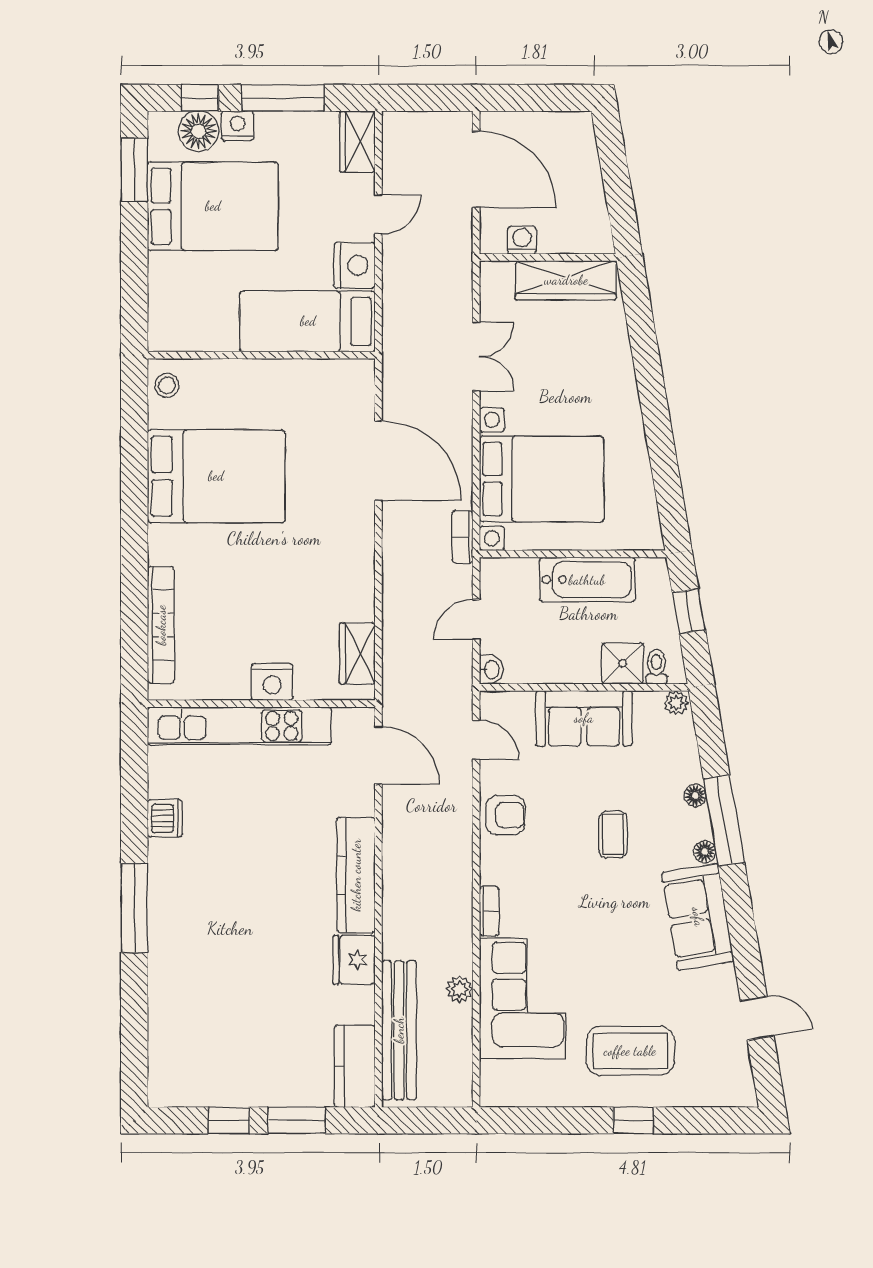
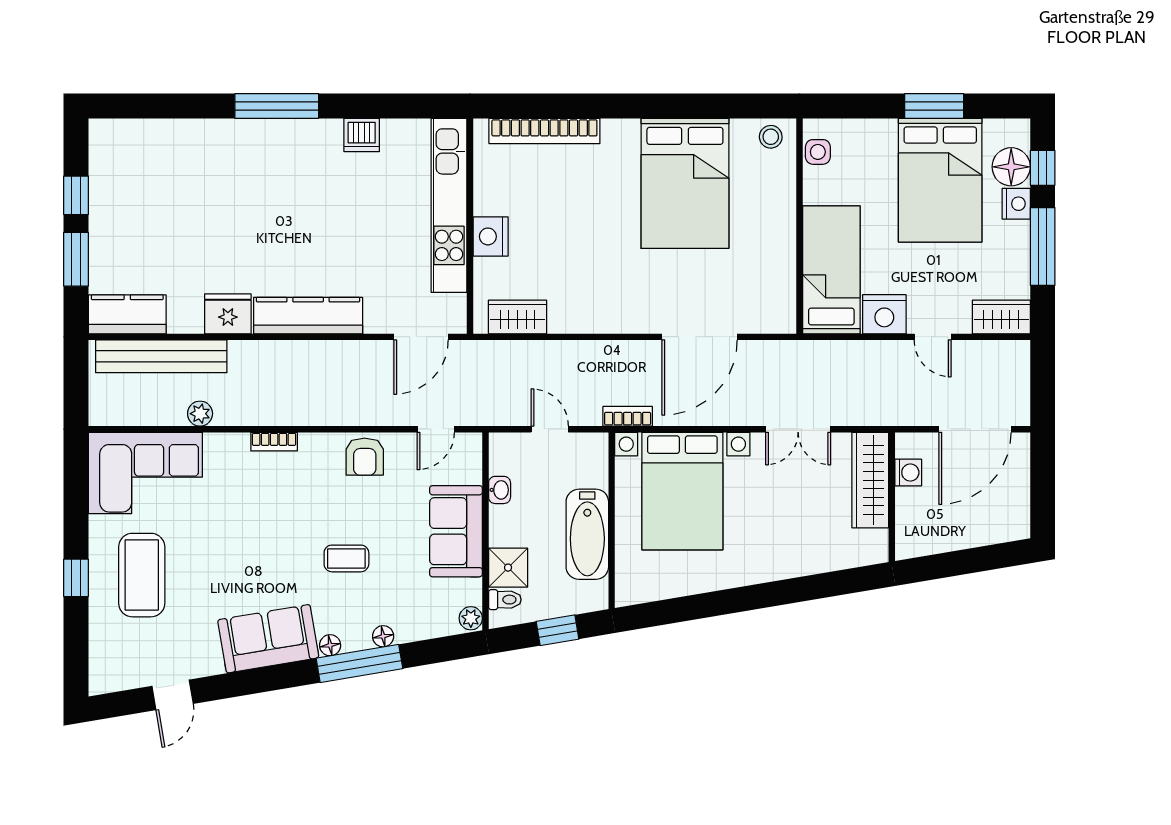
window: (134, 170) -> (934, 106), moved
wardrobe: (566, 280) -> (870, 480), moved
side table: (183, 336) -> (818, 152), added
washbasin: (491, 670) -> (500, 490), moved, turned -90
corner sofa: (522, 998) -> (145, 473), moved

